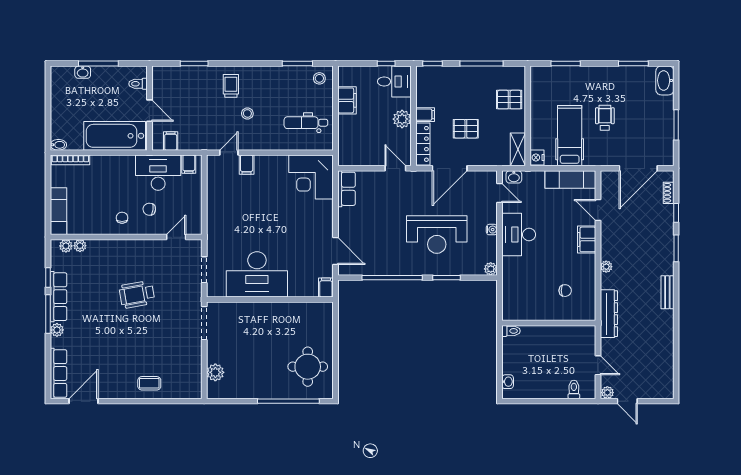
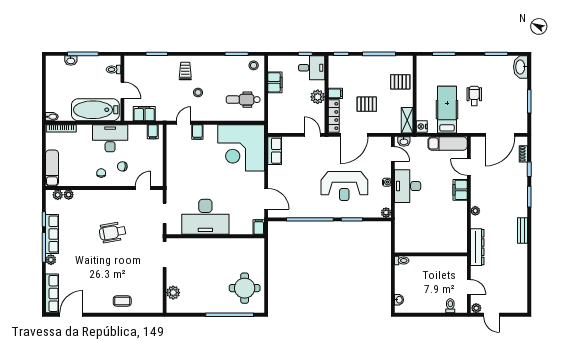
filing cabinet: (171, 141) -> (144, 114), width x2.00
desk: (158, 173) -> (110, 138), moved
corner desk: (311, 177) -> (241, 148), width x1.36, depth x1.36
chair: (565, 291) -> (444, 229), removed

